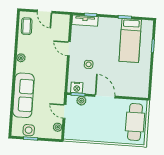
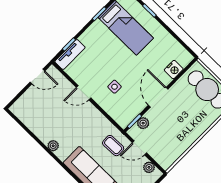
door: (45, 12) -> (37, 76), moved
coffee table: (27, 26) -> (113, 146), moved
nightstand: (77, 88) -> (174, 70), moved
door: (105, 96) -> (158, 97), hinge flipped

